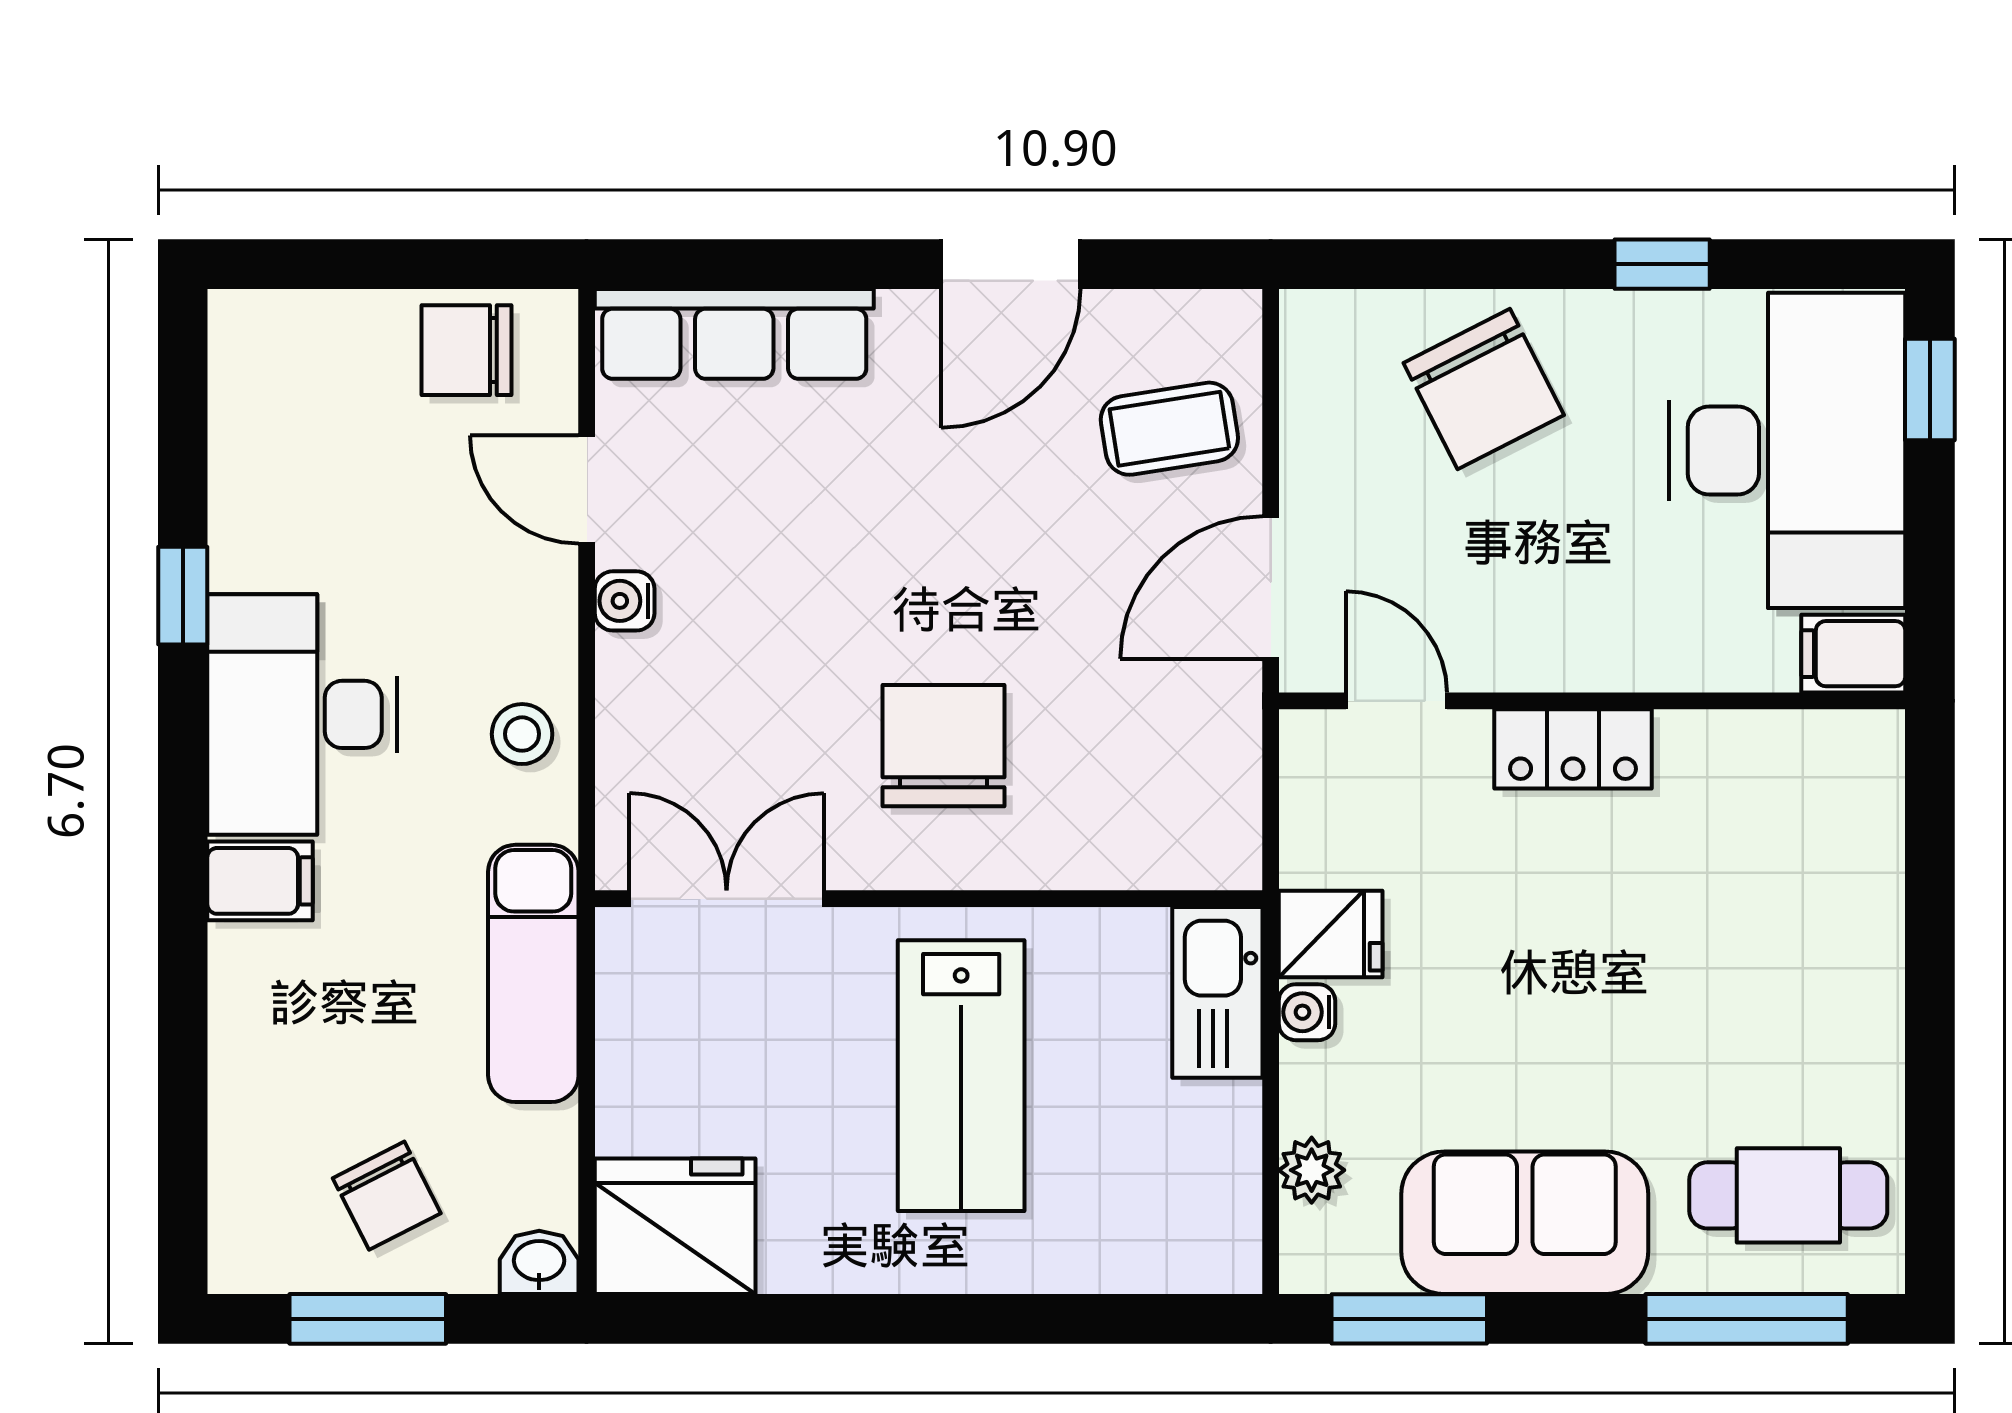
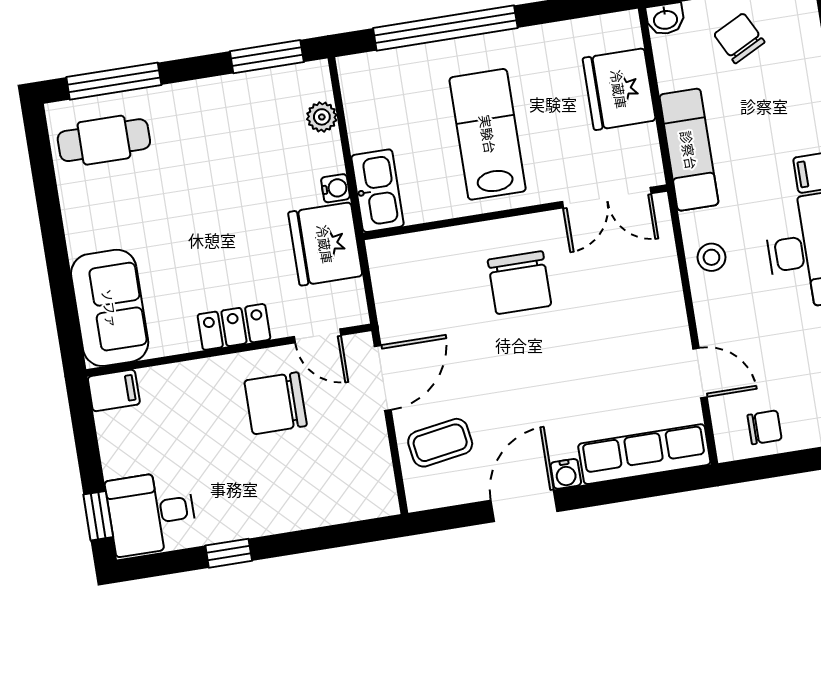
chair: (466, 350) -> (765, 427), width x0.73, depth x0.73
chair: (1484, 389) -> (276, 403), moved, turned -63
desk: (1787, 450) -> (152, 513), width x0.53, depth x0.77
water cooler: (625, 601) -> (566, 474), moved, turned 90
fridge: (1331, 934) -> (325, 244), width x1.88, depth x1.34
sofa: (1525, 1223) -> (110, 308), moved, turned -90
fridge: (675, 1226) -> (619, 89), moved, turned 90
window: (1015, 1319) -> (445, 28), added

